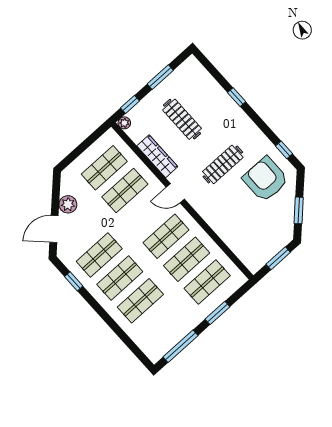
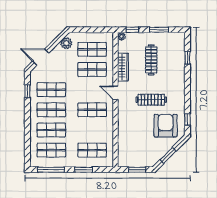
window: (237, 97) -> (187, 58), moved
plant: (68, 204) -> (66, 43), moved
shop shelf: (187, 259) -> (51, 150), moved

